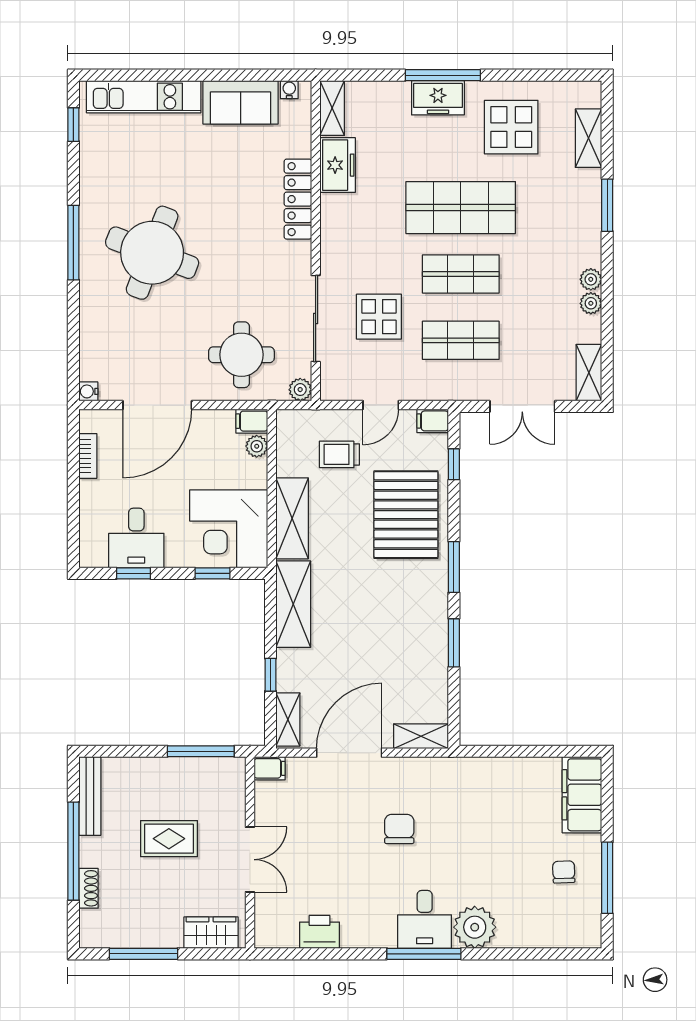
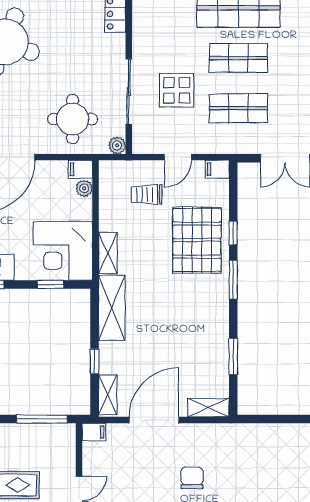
window: (454, 464) -> (233, 233), moved
shelving: (292, 518) -> (108, 253), width x0.67, depth x0.75
window: (454, 643) -> (233, 356), moved

